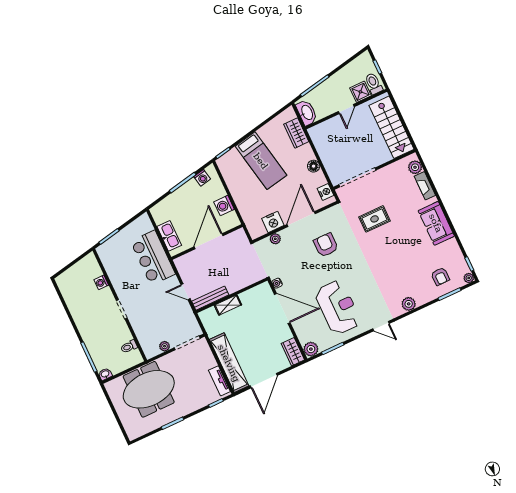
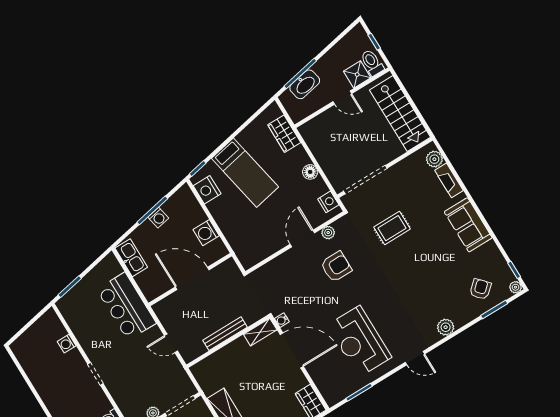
door: (346, 109) -> (342, 98), hinge flipped
washbasin: (307, 113) -> (305, 84), moved, turned 79
washing machine: (202, 178) -> (158, 218), moved
door: (301, 219) -> (302, 239), width x0.73
nightstand: (273, 222) -> (207, 190), moved, turned 90
kitchen sink: (169, 236) -> (131, 258), moved
plant: (275, 239) -> (328, 233), moved
door: (209, 241) -> (192, 278), hinge flipped
armchair: (326, 245) -> (336, 267), turned 90
armchair: (440, 276) -> (480, 289), turned -132
bench: (210, 298) -> (225, 334), moved
shelving: (228, 305) -> (260, 332), moved
reception desk: (338, 307) -> (359, 341), turned 180
plant: (311, 349) -> (332, 396), removed

